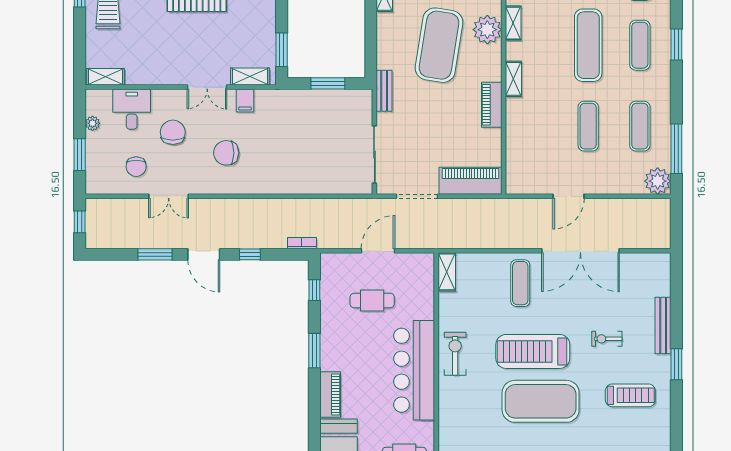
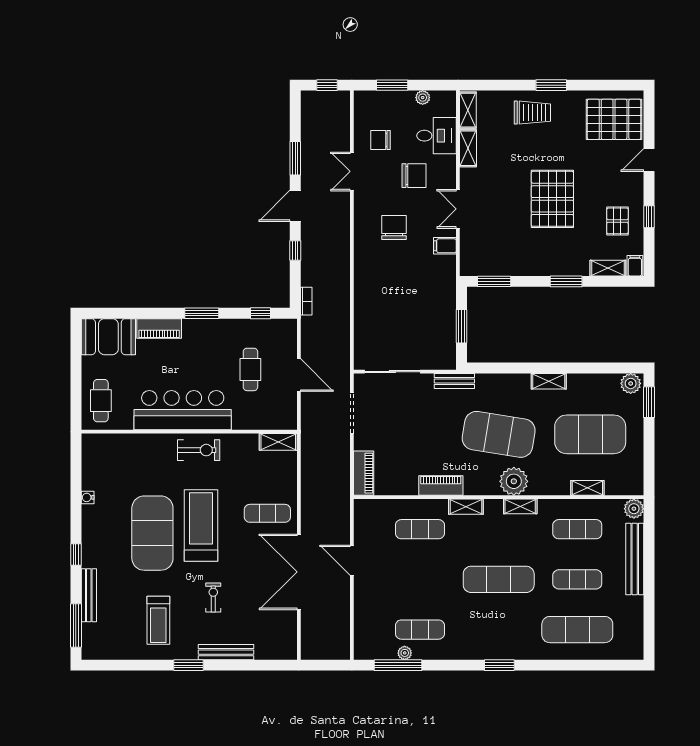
exercise mat: (640, 45) -> (499, 630), removed
shelving: (250, 77) -> (468, 148), moved
exercise mat: (588, 126) -> (420, 529), moved
piano: (471, 181) -> (364, 473), width x0.73, depth x0.75
plant: (658, 181) -> (405, 653), moved, width x0.53, depth x0.53

